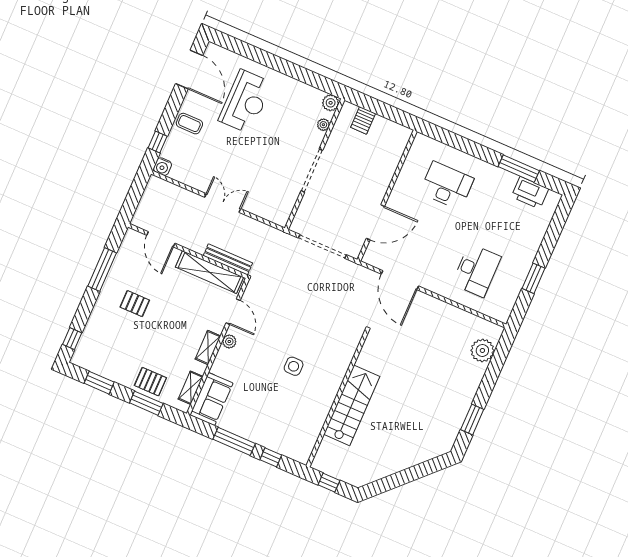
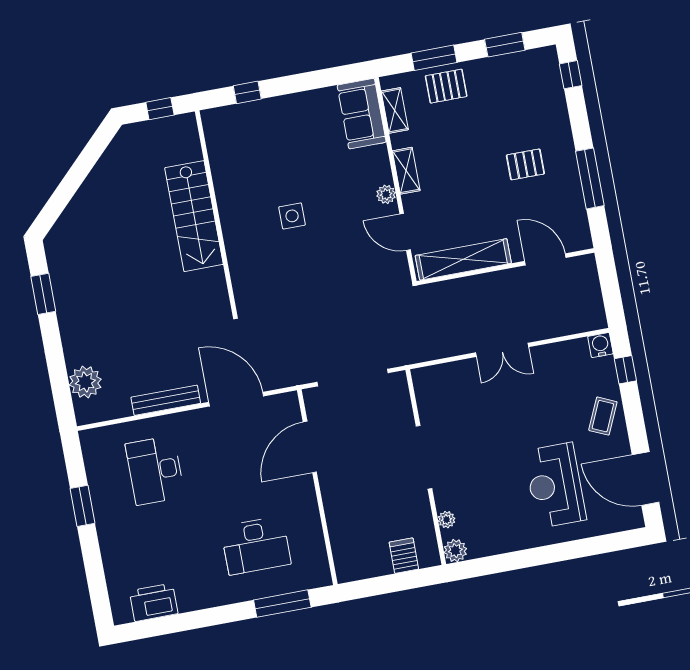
coffee table: (189, 124) -> (603, 416), turned -66
window: (519, 169) -> (282, 604), moved
bench: (228, 259) -> (166, 400), moved
window: (234, 441) -> (302, 82), removed

